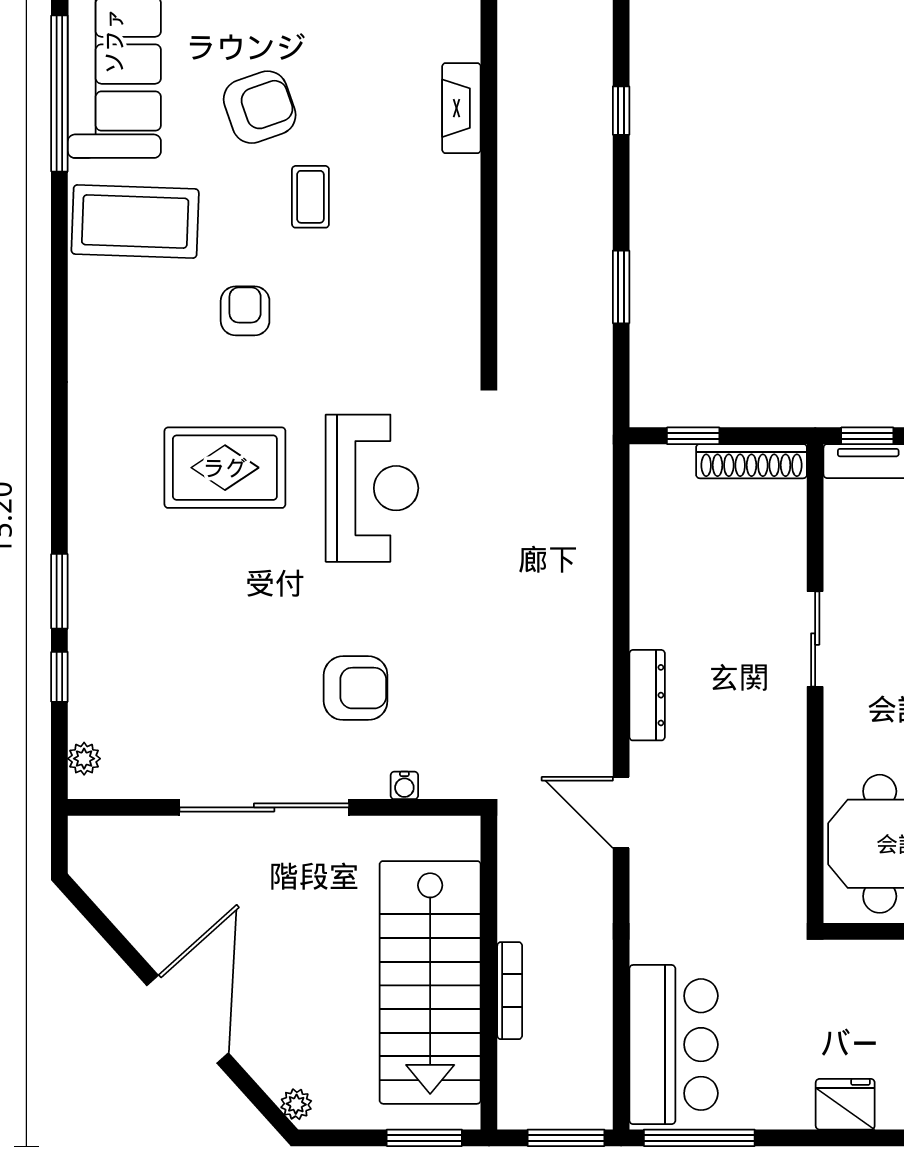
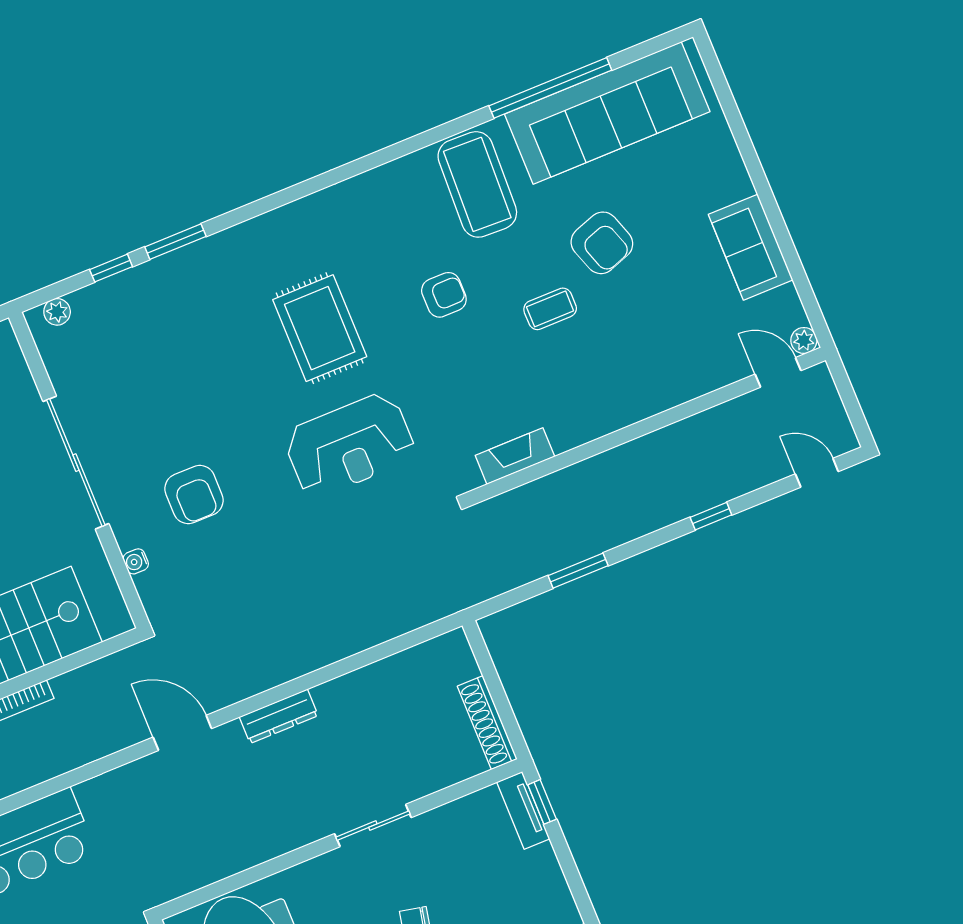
fireplace: (461, 108) -> (515, 456), moved
window: (693, 436) -> (488, 671), removed
door: (621, 813) -> (182, 733), hinge flipped

